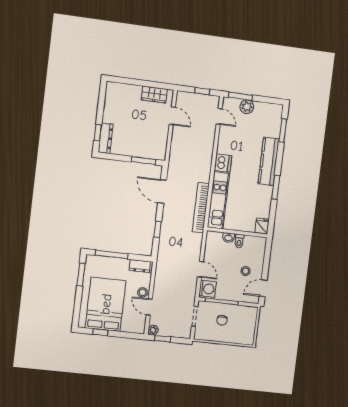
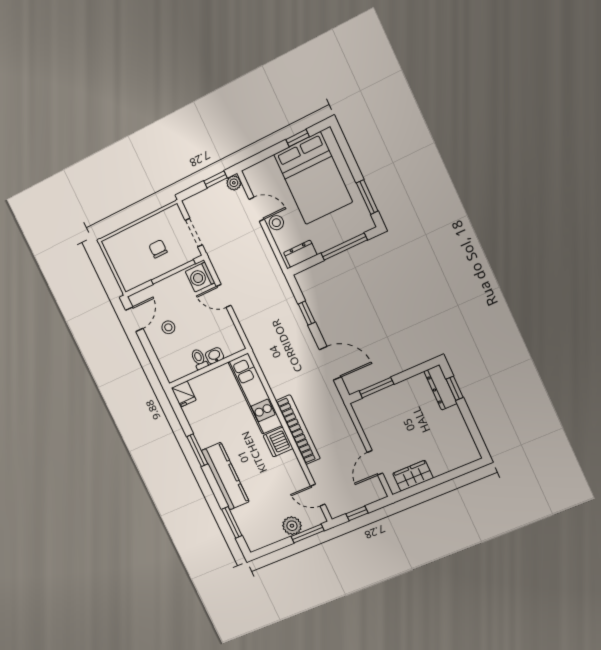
door: (172, 116) -> (375, 463), hinge flipped
bookcase: (201, 208) -> (298, 430), moved

